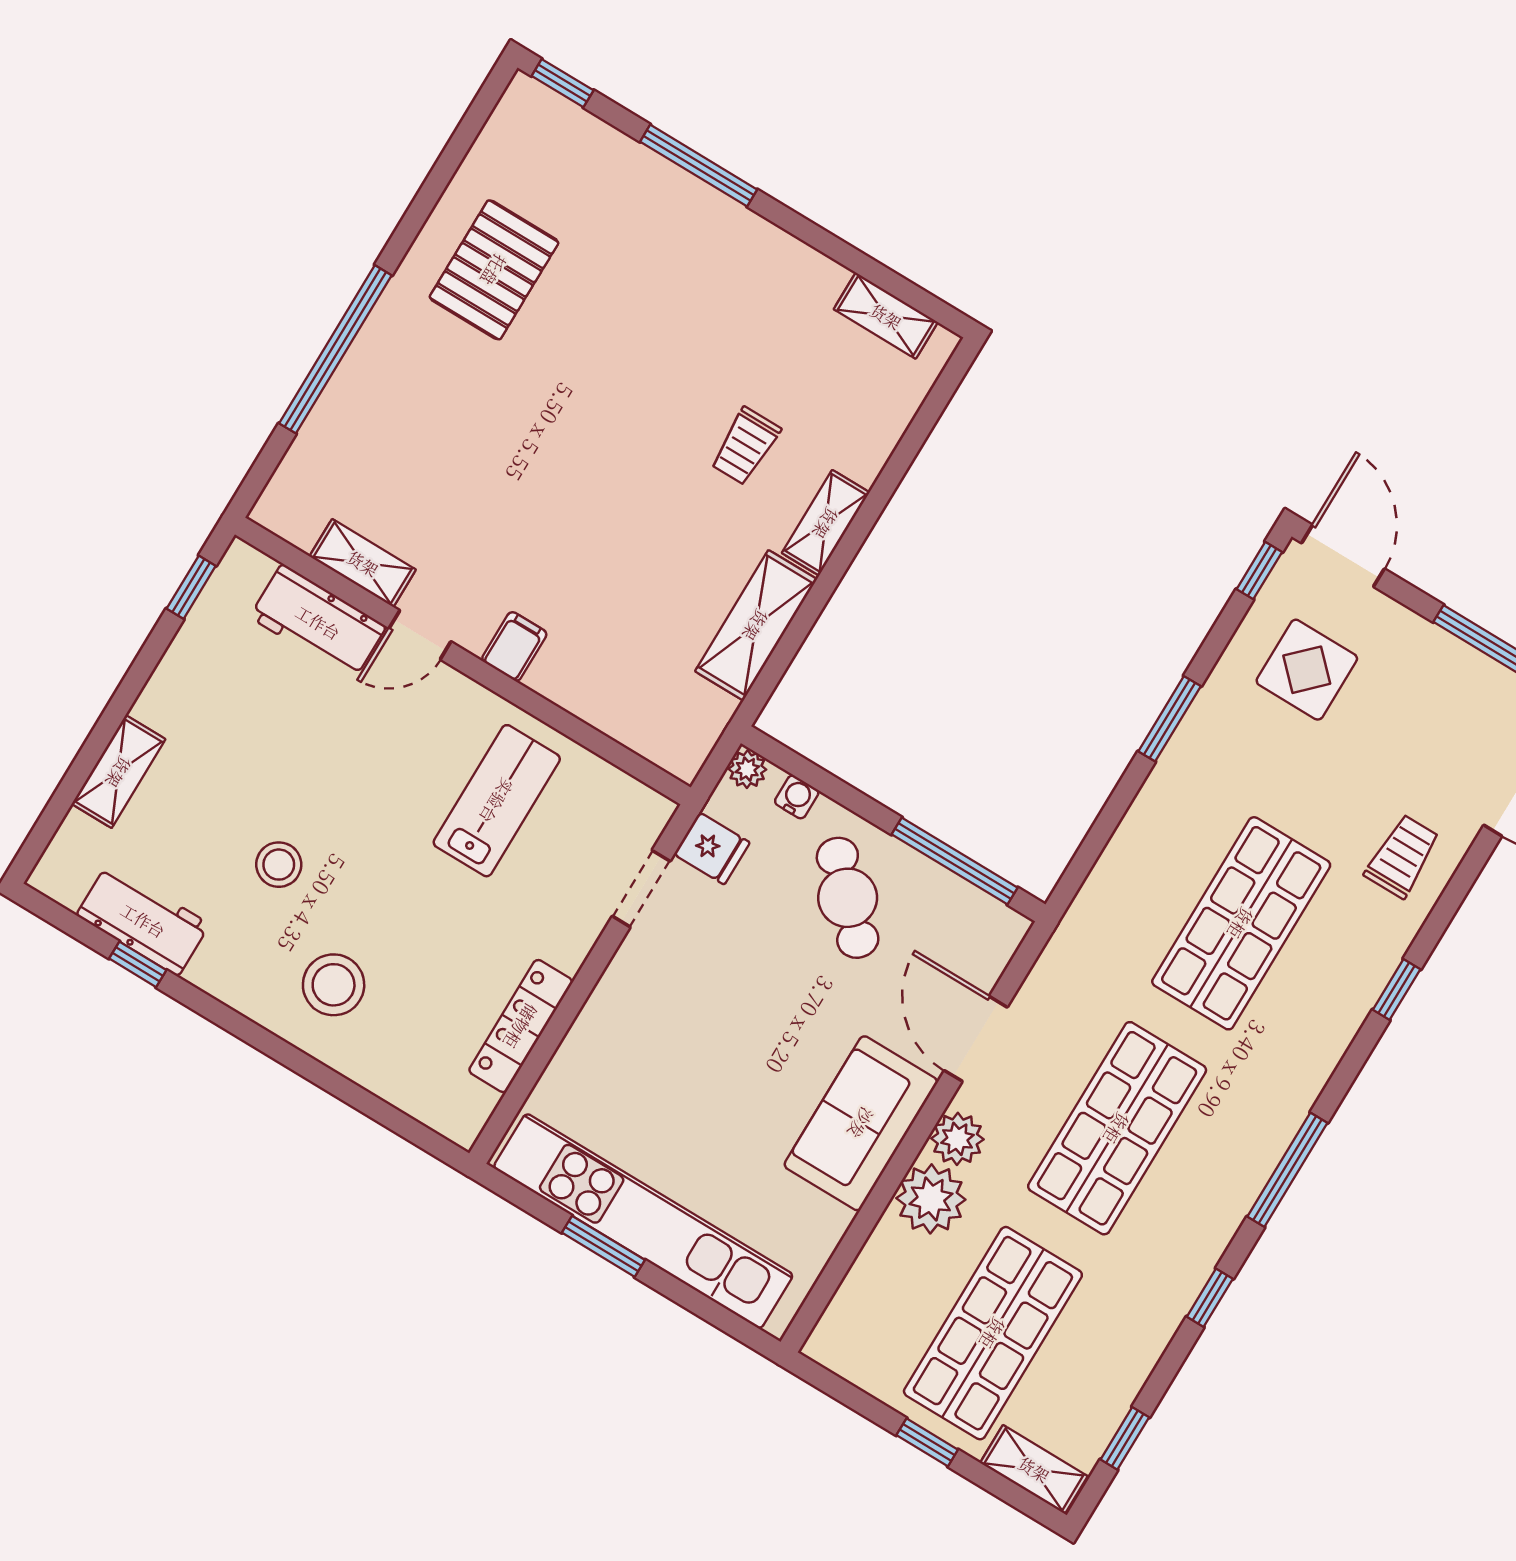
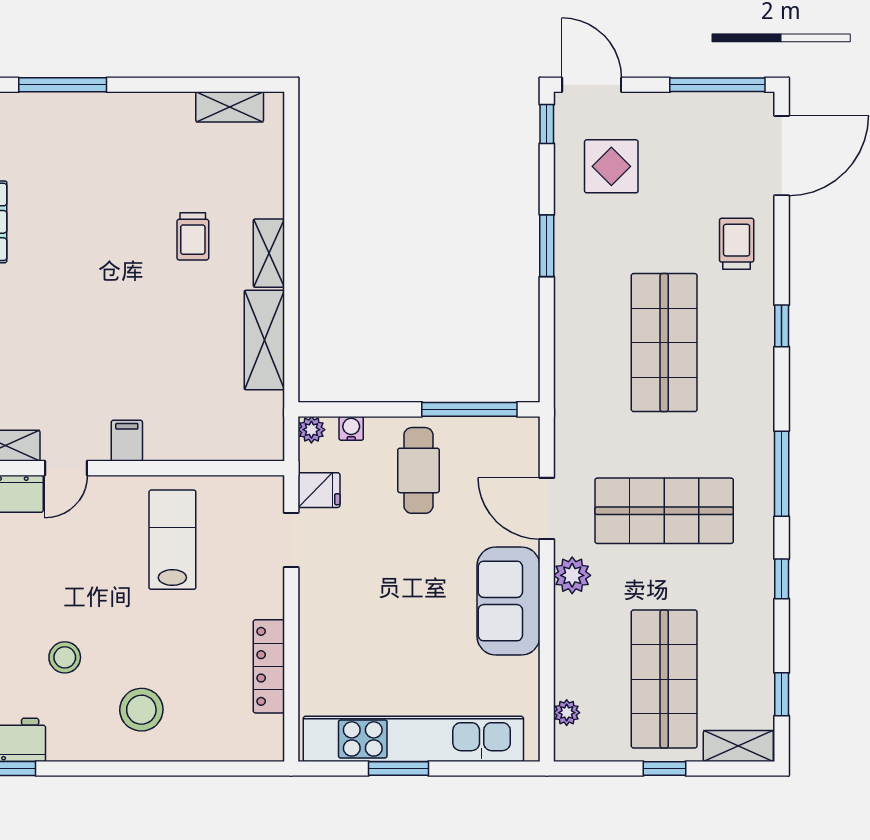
cafe table: (848, 898) -> (418, 470), turned 45
shop shelf: (1117, 1128) -> (664, 511), turned 90
plant: (931, 1199) -> (567, 713), moved, width x0.53, depth x0.53

